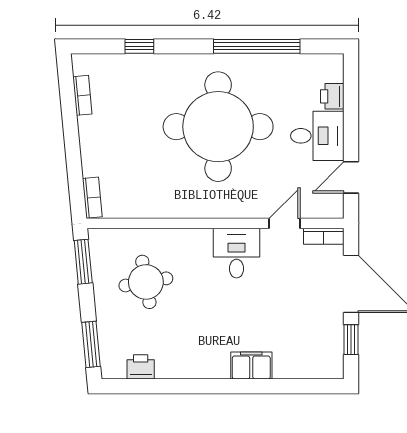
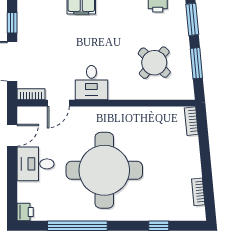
printer: (332, 96) -> (25, 212), moved
window: (83, 262) -> (196, 63), moved
round table: (146, 282) -> (154, 63), turned -38

